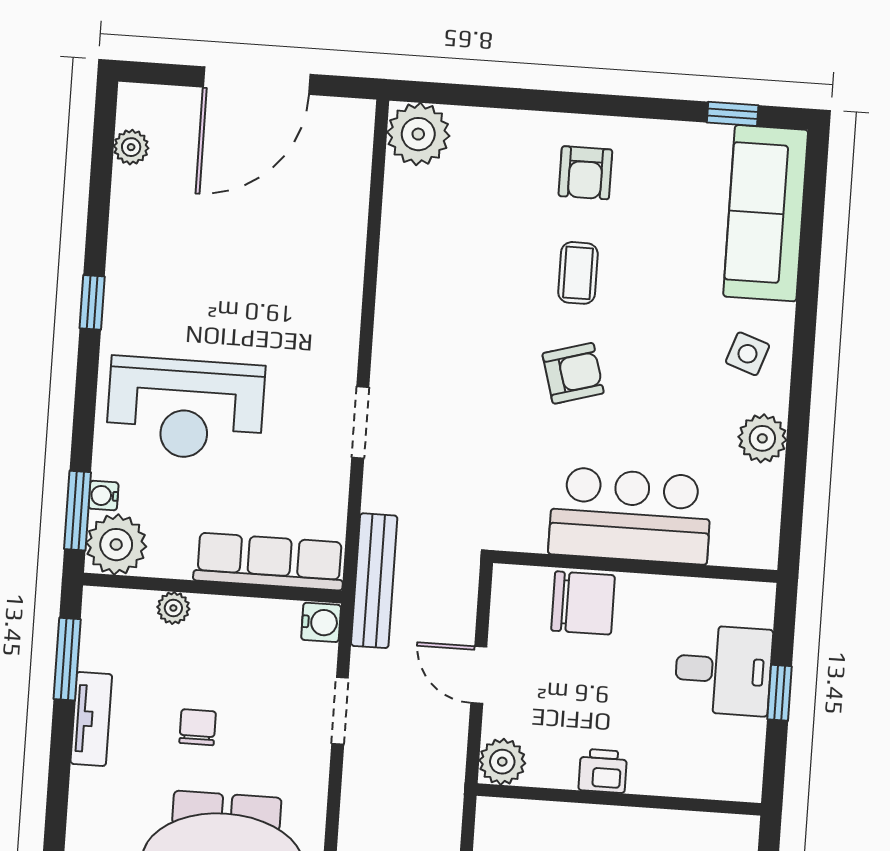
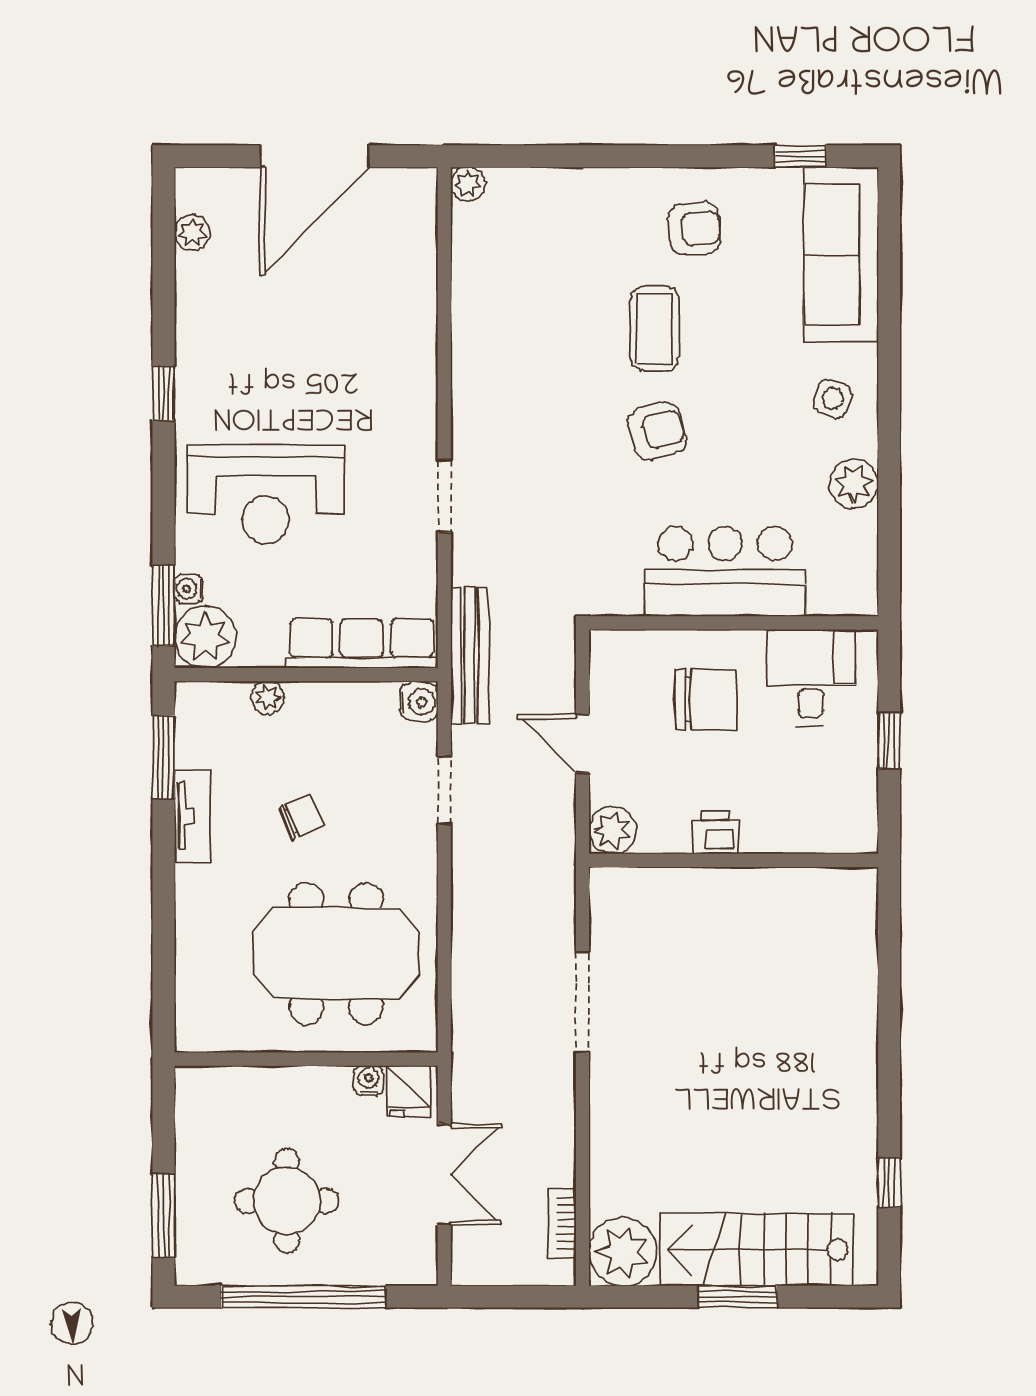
plant: (418, 134) -> (468, 184), width x0.53, depth x0.53
armchair: (585, 173) -> (694, 229), moved, turned -94
coffee table: (578, 273) -> (655, 329), width x1.36, depth x1.30
chair: (583, 603) -> (706, 699), moved
desk: (723, 670) -> (811, 677), moved, turned -90
chair: (198, 727) -> (301, 817), turned 66

